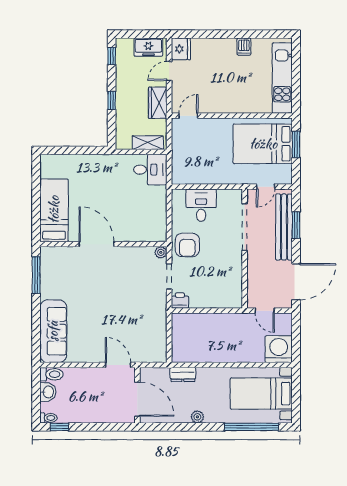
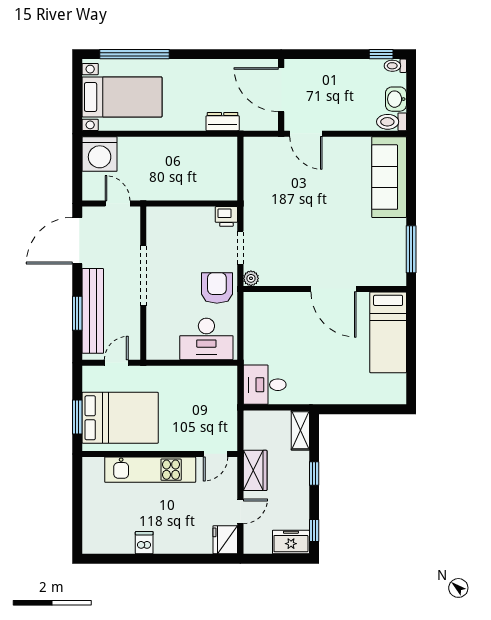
freezer: (148, 47) -> (291, 542), moved
kitchen unit: (282, 78) -> (150, 470), moved, turned 90
shelving: (148, 143) -> (300, 430), moved, turned 90
desk: (201, 205) -> (206, 339), width x1.37
doorway: (245, 227) -> (143, 276), moved
plant: (197, 417) -> (204, 67), removed

